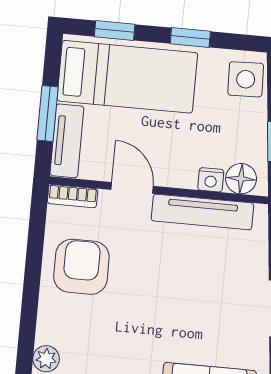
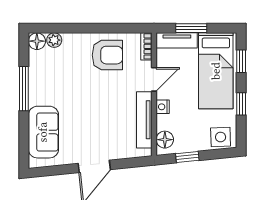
nightstand: (211, 180) -> (163, 107), moved

